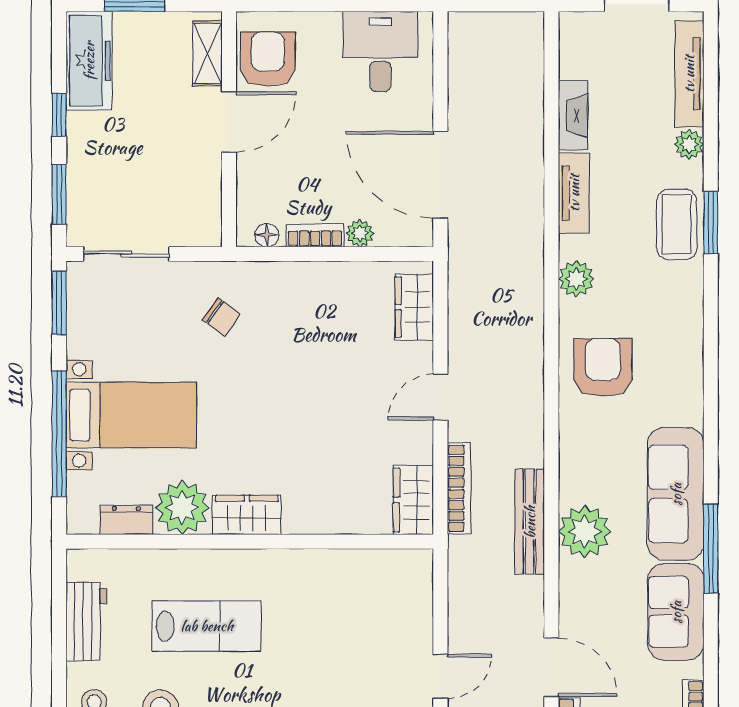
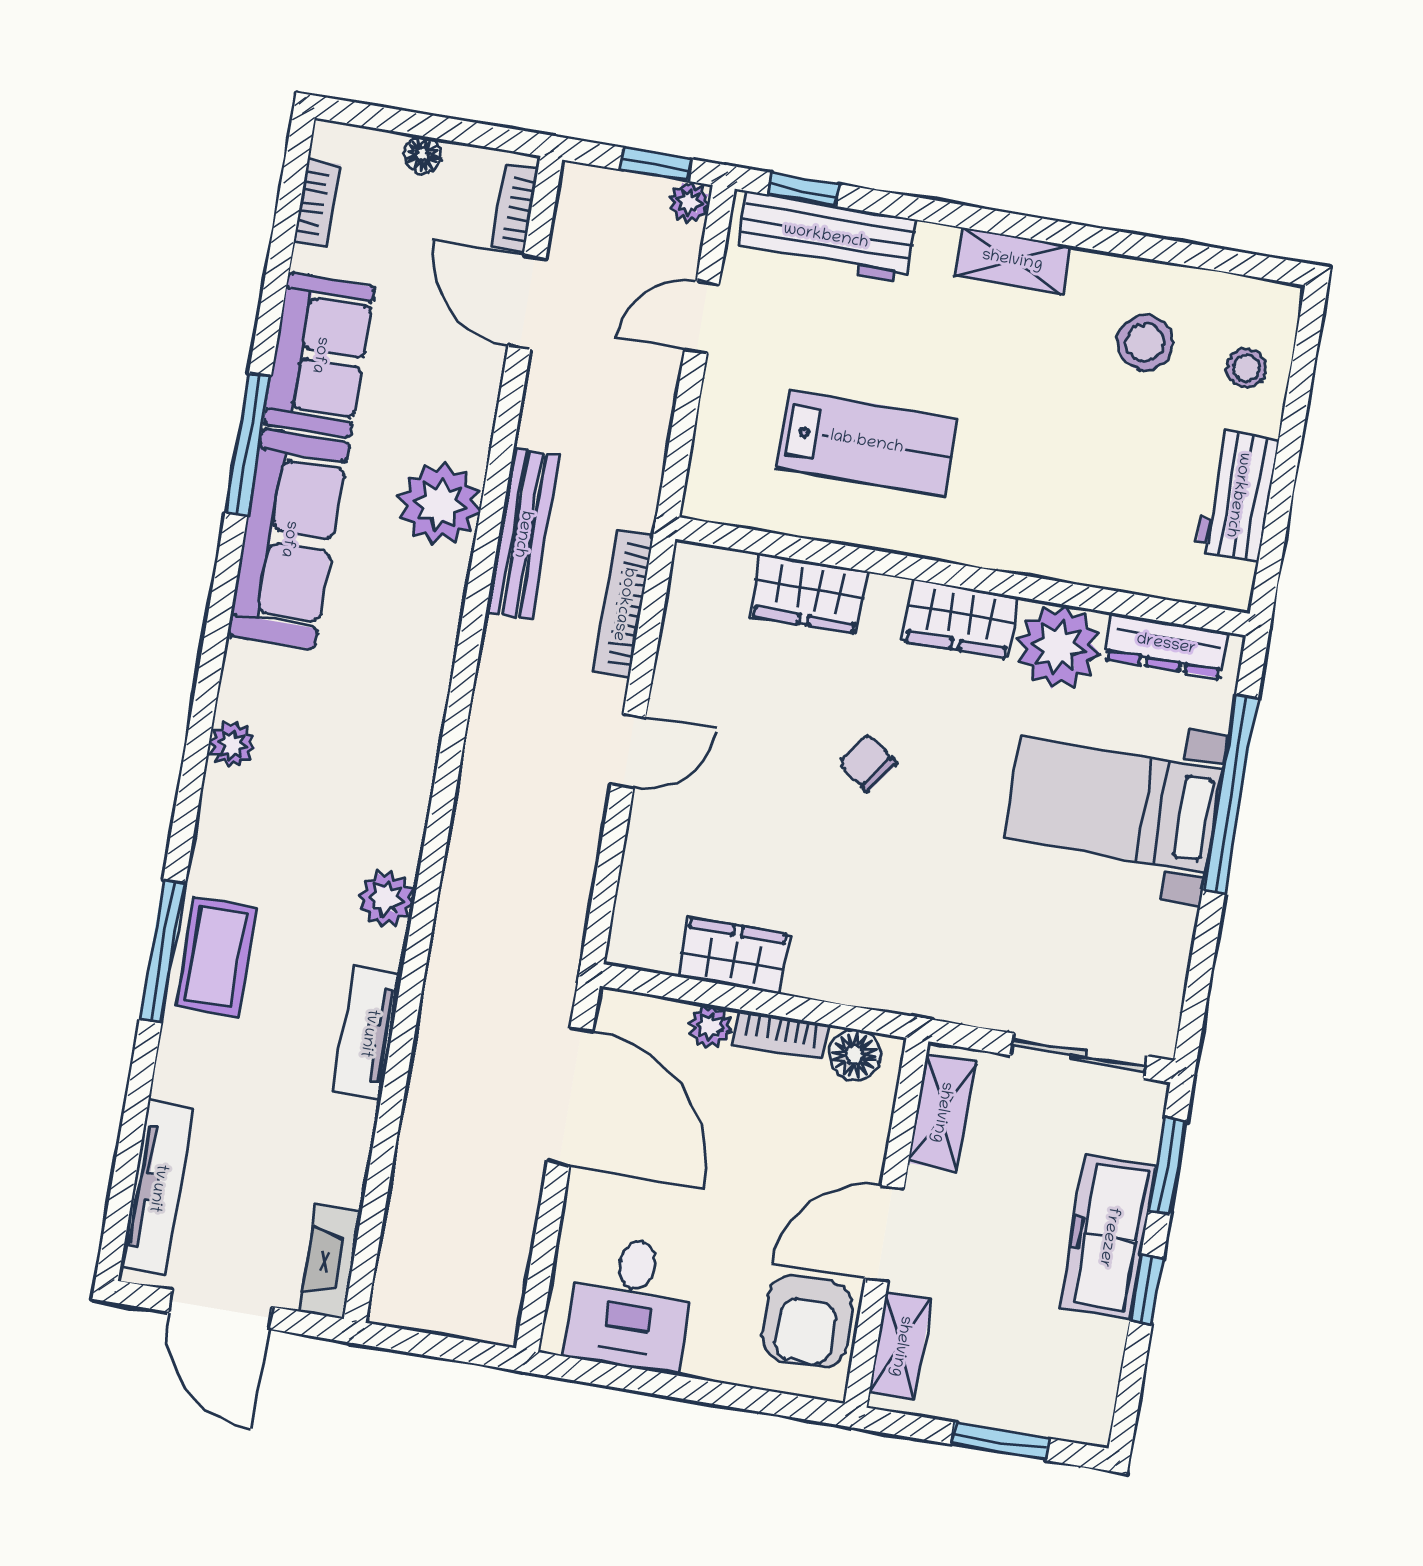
freezer: (89, 61) -> (1108, 1237), moved
fireplace: (573, 115) -> (330, 1262), moved
plant: (689, 144) -> (232, 744), moved
shelving: (206, 204) -> (941, 1112), added
window: (711, 222) -> (162, 951), width x1.44
floor lamp: (267, 235) -> (854, 1055), width x1.37, depth x1.37
window: (59, 303) -> (1196, 997), removed
wardrobe: (414, 307) -> (733, 956), moved, turned -90
chair: (221, 317) -> (867, 762), moved
armchair: (603, 368) -> (368, 754), removed
wardrobe: (413, 500) -> (808, 594), moved, turned 90
dresser: (126, 520) -> (1166, 645), width x1.44
lab bench: (207, 626) -> (867, 443), moved, turned 180

